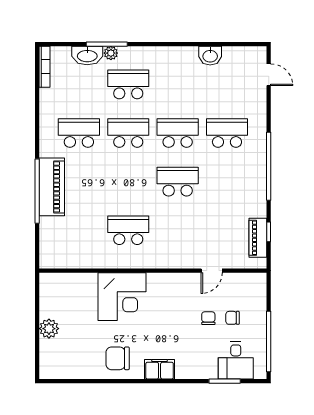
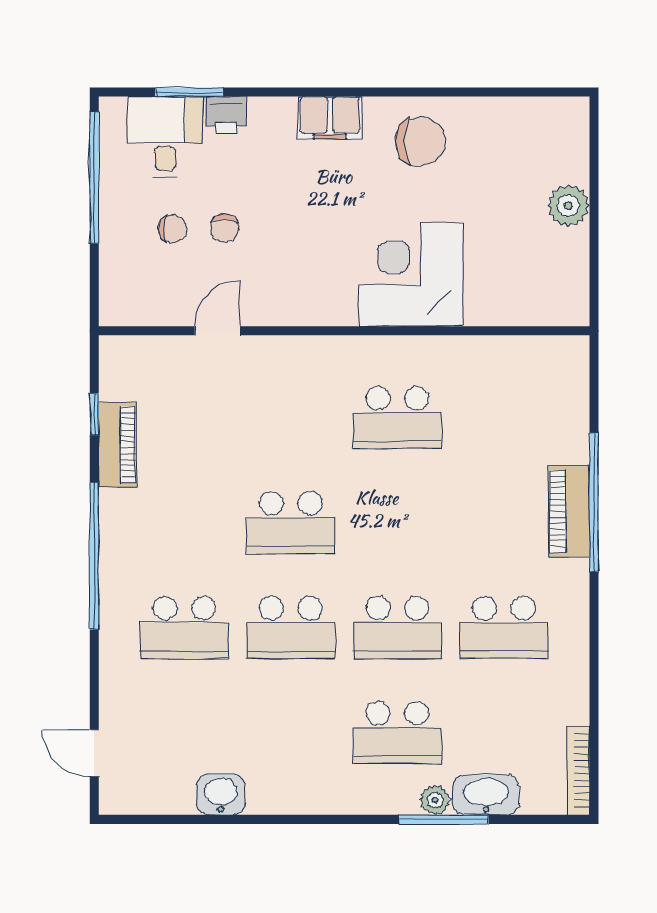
piano: (52, 187) -> (569, 511), width x0.73, depth x0.75
piano: (258, 238) -> (118, 445), moved
printer: (208, 371) -> (226, 115), added

